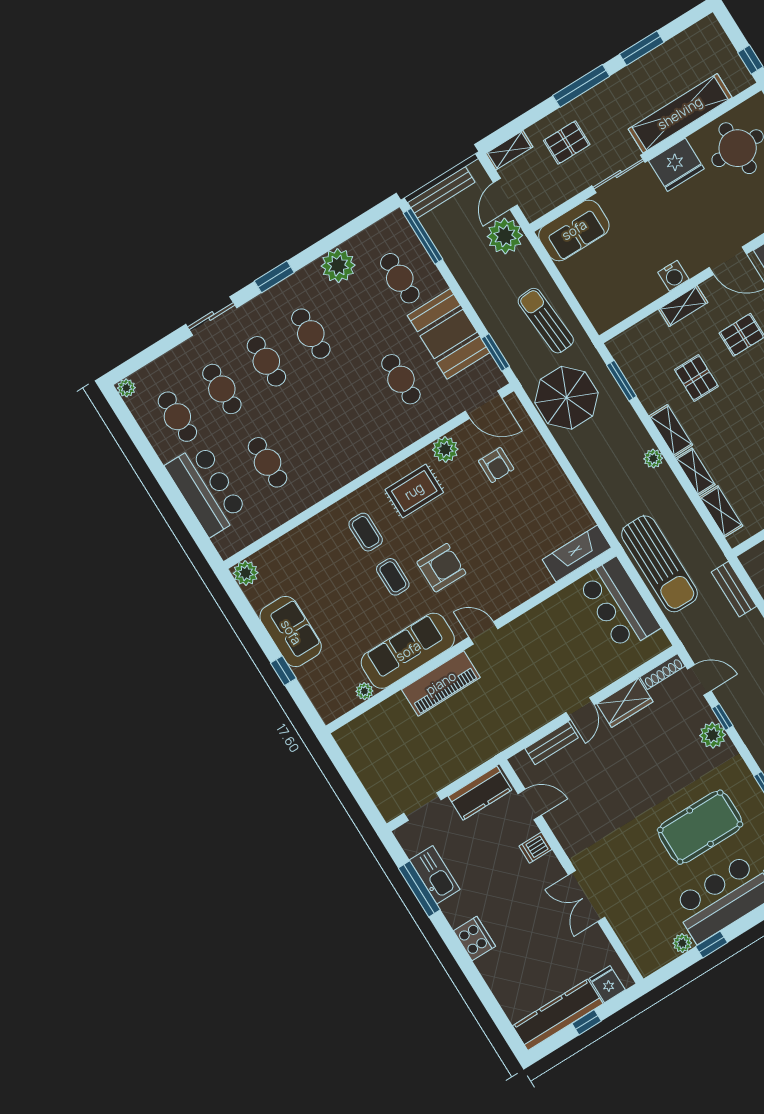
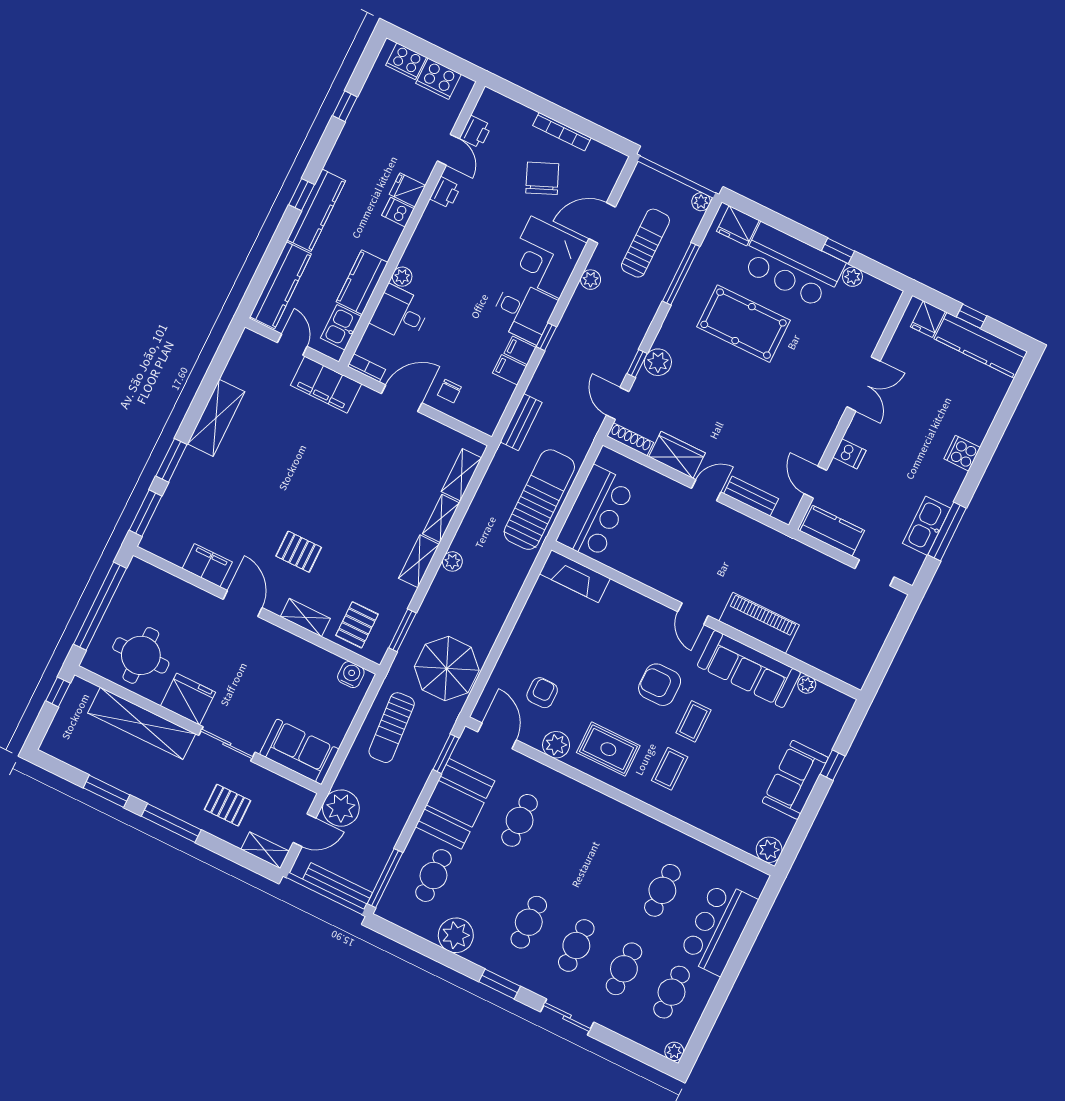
water cooler: (673, 276) -> (351, 675), moved
pallet: (696, 378) -> (357, 625), moved
cooker: (474, 938) -> (962, 453), width x0.73

